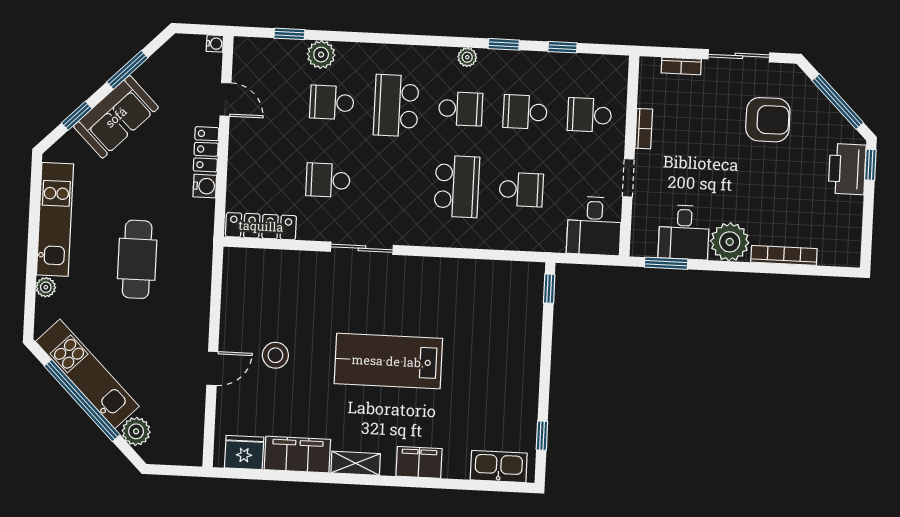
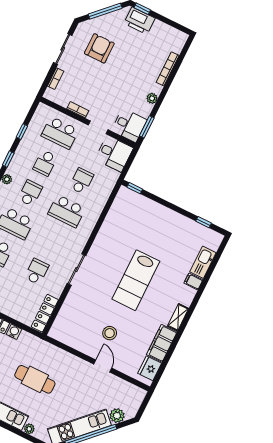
school desk: (589, 115) -> (60, 133), width x1.85
school desk: (328, 180) -> (37, 271), turned 180
school desk: (457, 186) -> (67, 211), turned 180
desk: (684, 232) -> (129, 125), moved
plant: (730, 242) -> (152, 98), width x0.53, depth x0.53
filing cabinet: (419, 462) -> (193, 281), width x0.50
kitchen sink: (499, 466) -> (203, 262), moved

